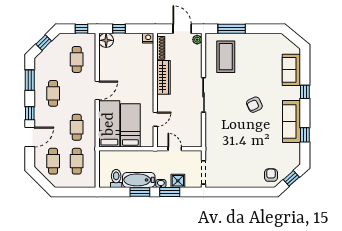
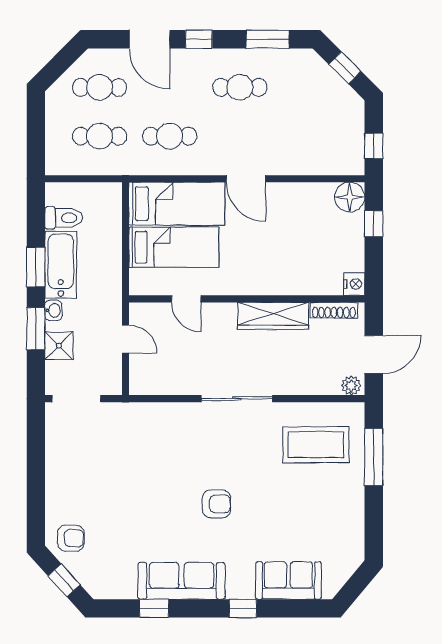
cafe table: (77, 59) -> (310, 136), removed
armchair: (254, 105) -> (217, 504), turned 116
door: (175, 149) -> (125, 339), hinge flipped

